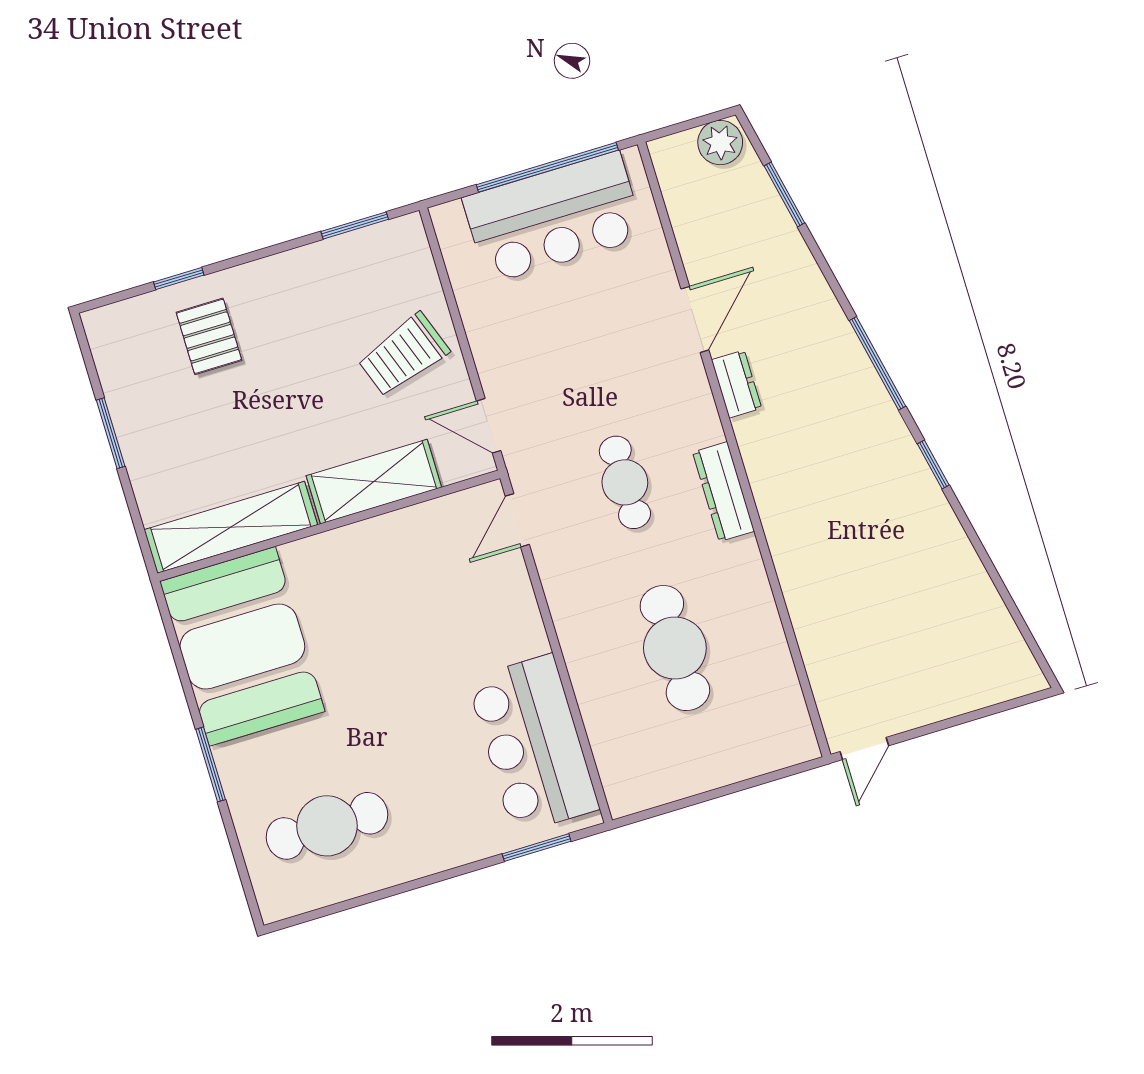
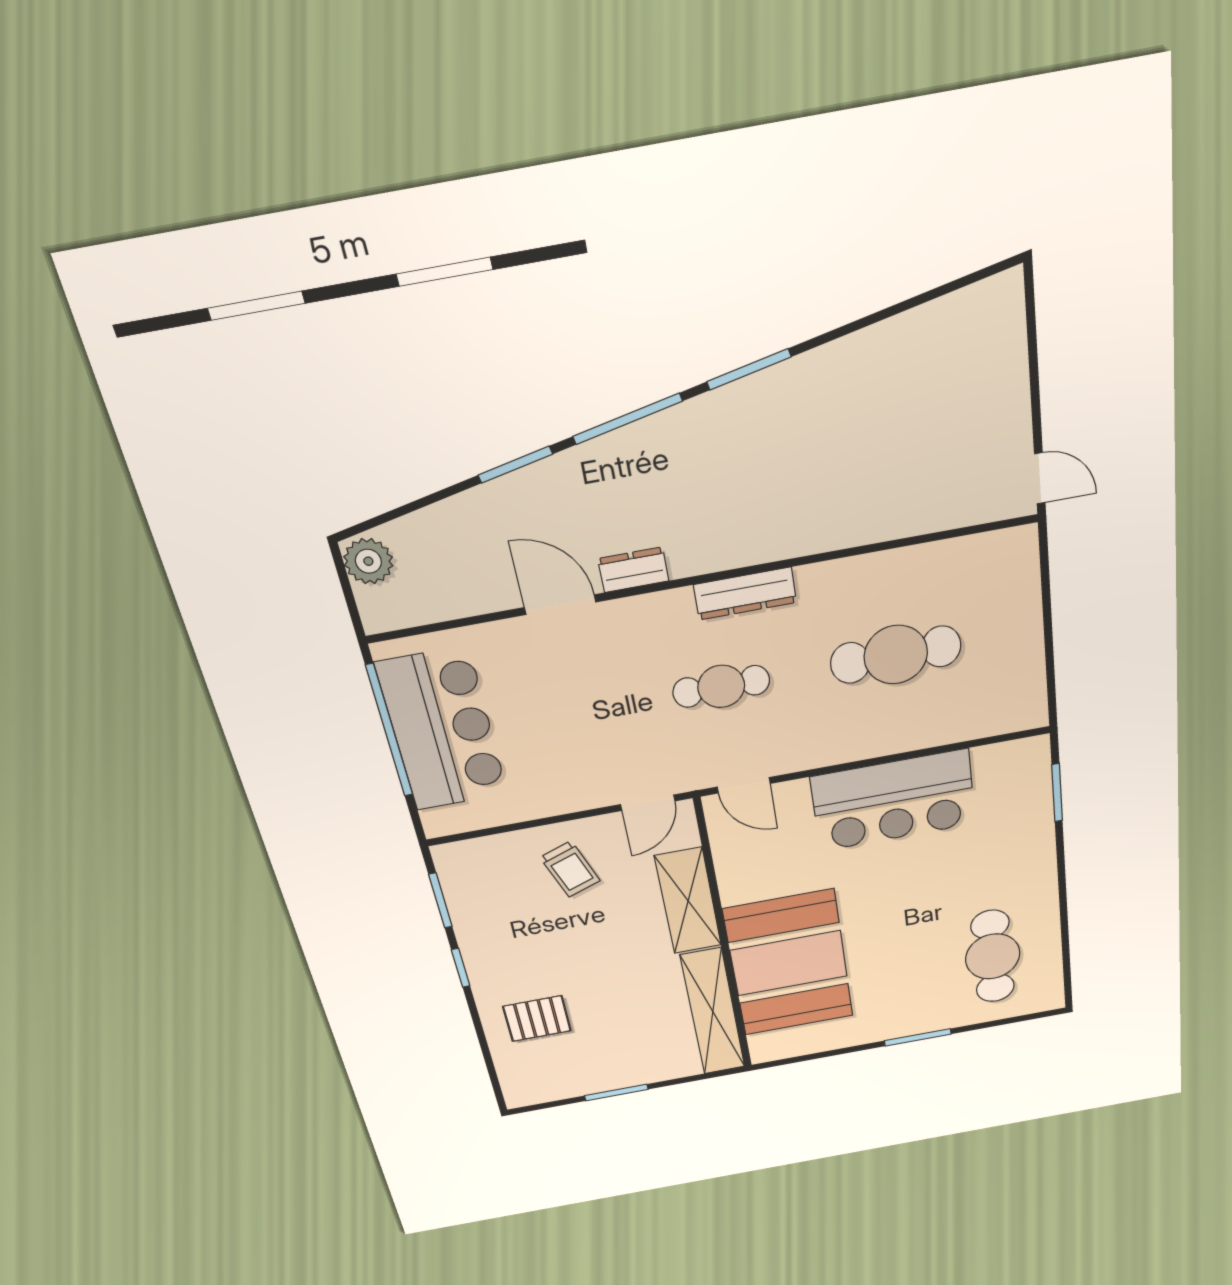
window: (784, 194) -> (515, 465), moved
window: (179, 279) -> (461, 968), moved
trolley: (403, 355) -> (570, 869), width x0.73, depth x0.72
window: (933, 464) -> (749, 369), width x1.50
booth: (242, 646) -> (789, 963), moved, turned 90
bar counter: (533, 744) -> (893, 800), moved

